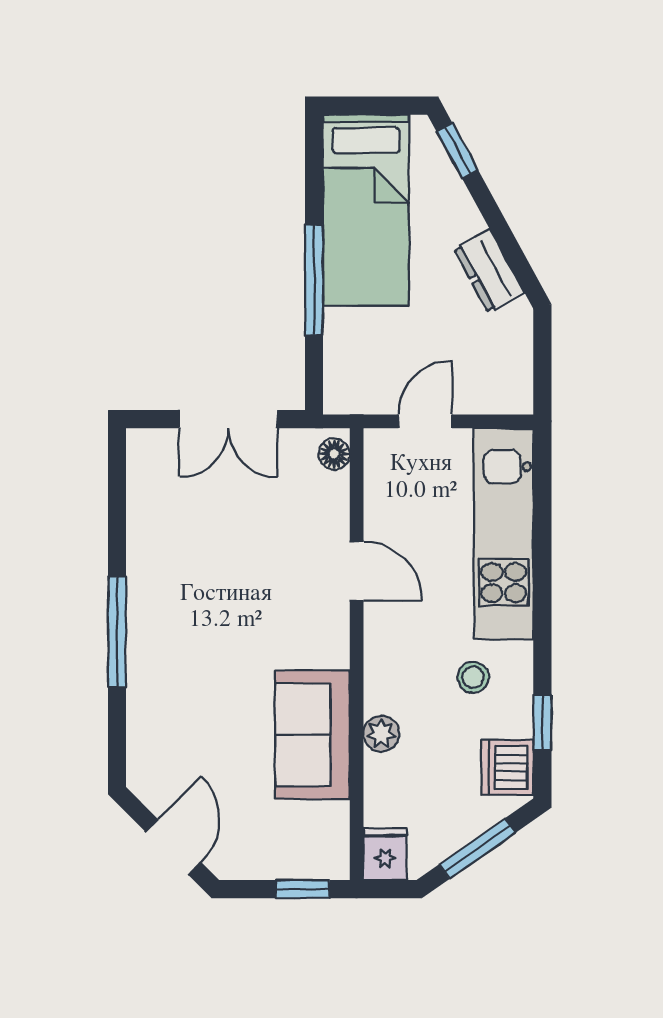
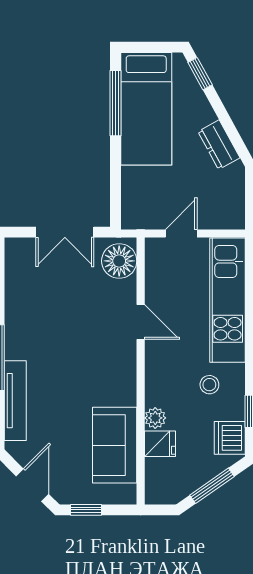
window: (314, 280) -> (115, 103), moved
floor lamp: (334, 454) -> (119, 261), width x1.89, depth x1.89
tv unit: (144, 704) -> (15, 401), added
sofa: (313, 735) -> (115, 445), moved
fridge: (385, 854) -> (160, 444), moved, turned 90
window: (303, 889) -> (86, 510), moved

